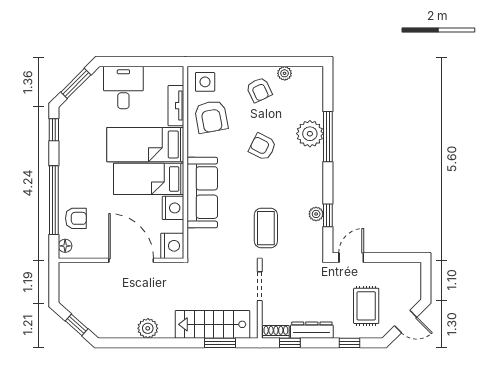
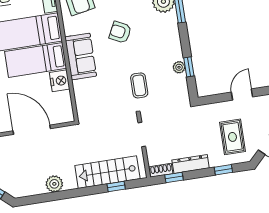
armchair: (262, 147) -> (120, 32), moved
sofa: (202, 193) -> (81, 56), width x0.73
coffee table: (266, 228) -> (139, 85), width x0.73, depth x0.77
nightstand: (172, 246) -> (64, 112), removed
door: (351, 258) -> (242, 94), moved
window: (220, 343) -> (116, 187), width x0.67

